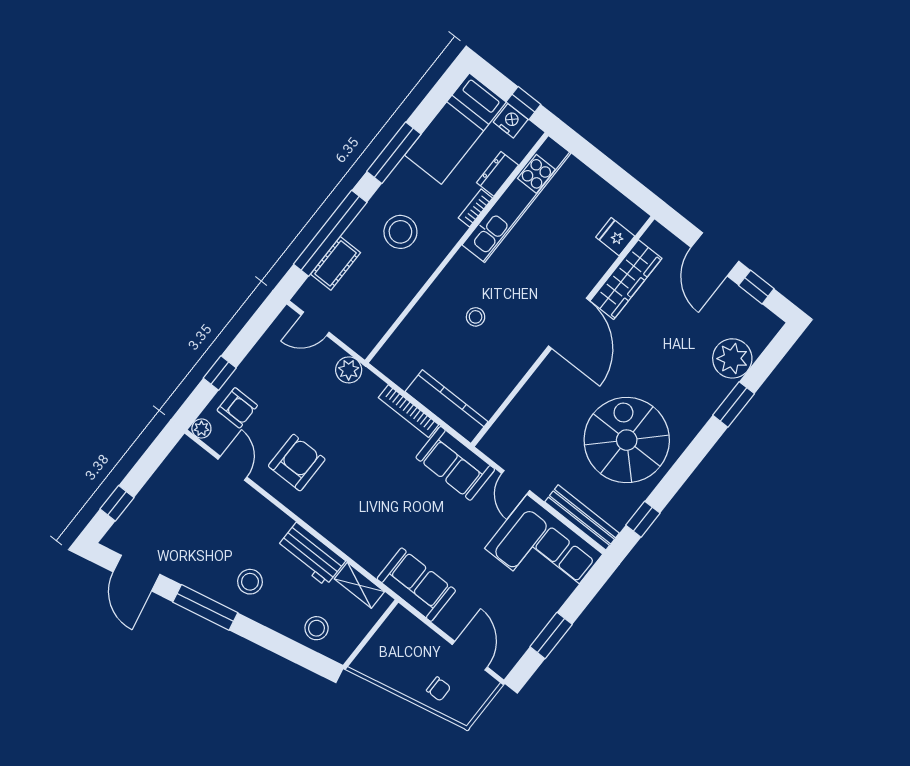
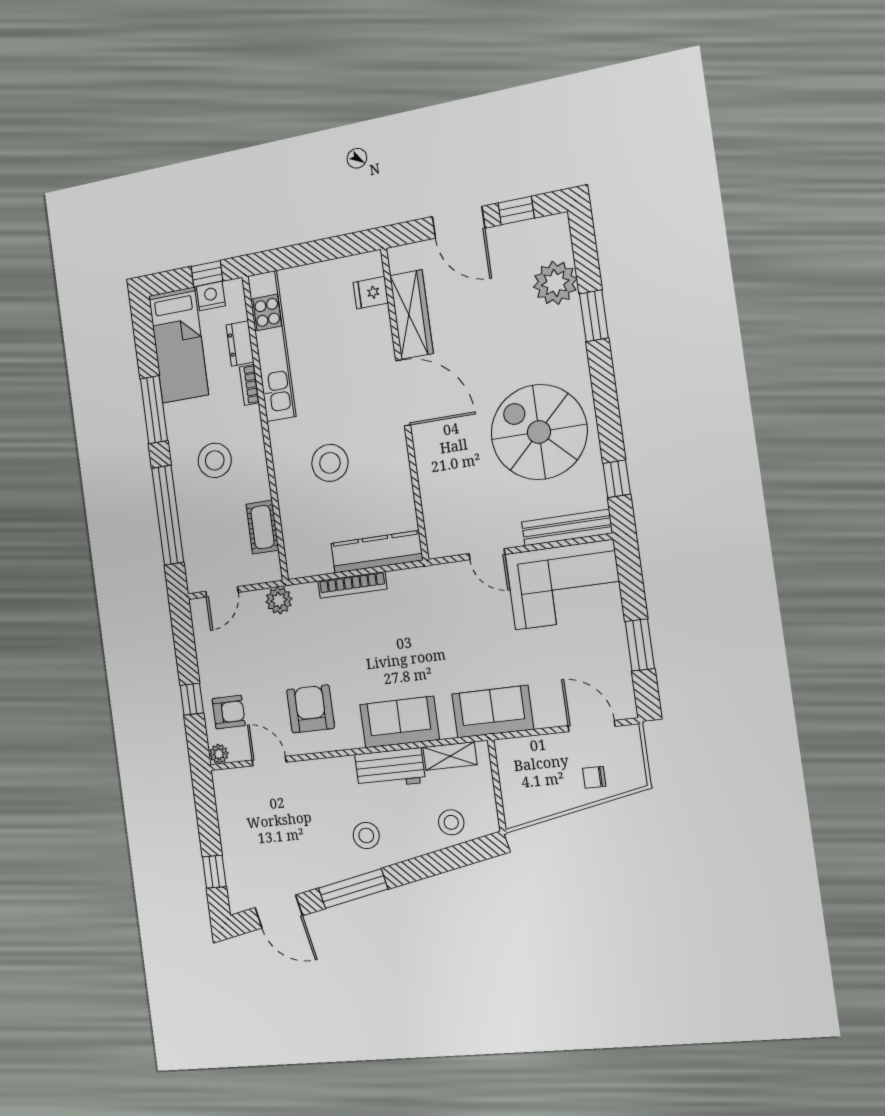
cot: (336, 263) -> (262, 527), moved
stool: (476, 317) -> (330, 463), width x1.89, depth x1.89
sofa: (455, 463) -> (400, 722), moved, turned 180
chair: (439, 689) -> (594, 777), turned 180

